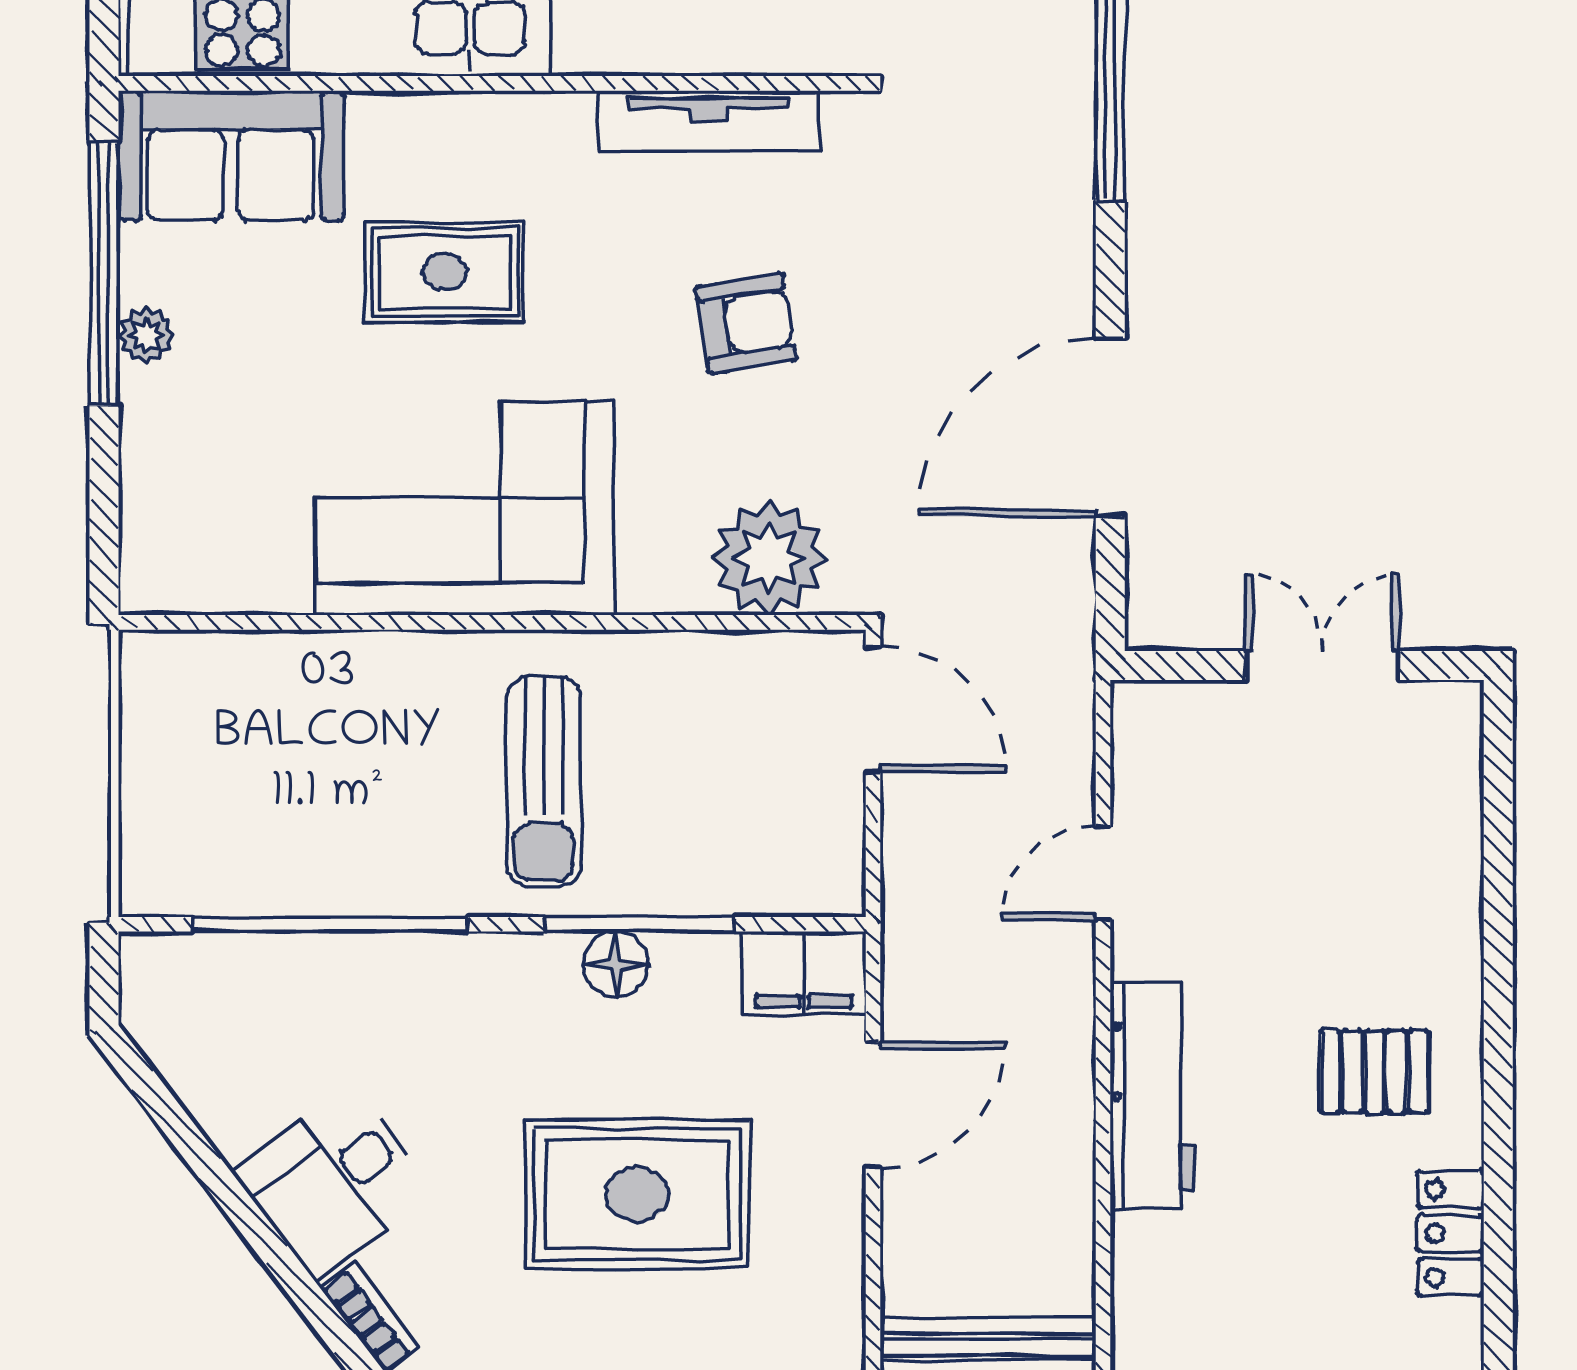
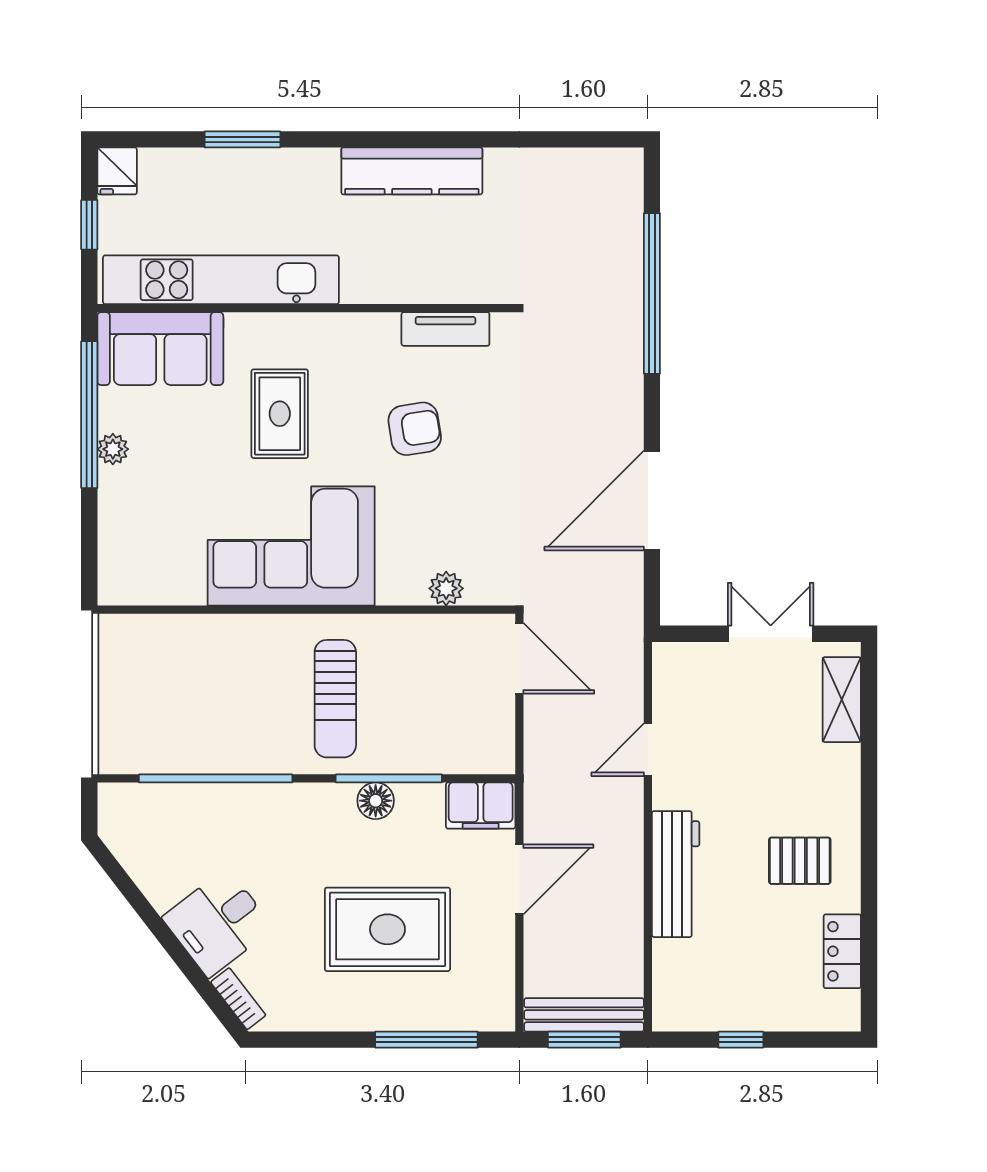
tv unit: (709, 121) -> (445, 329), width x0.71
rug: (445, 272) -> (280, 414), turned 90
armchair: (746, 323) -> (415, 429), moved
plant: (769, 558) -> (446, 588), width x0.53, depth x0.53
shelving: (1450, 783) -> (842, 700), added

